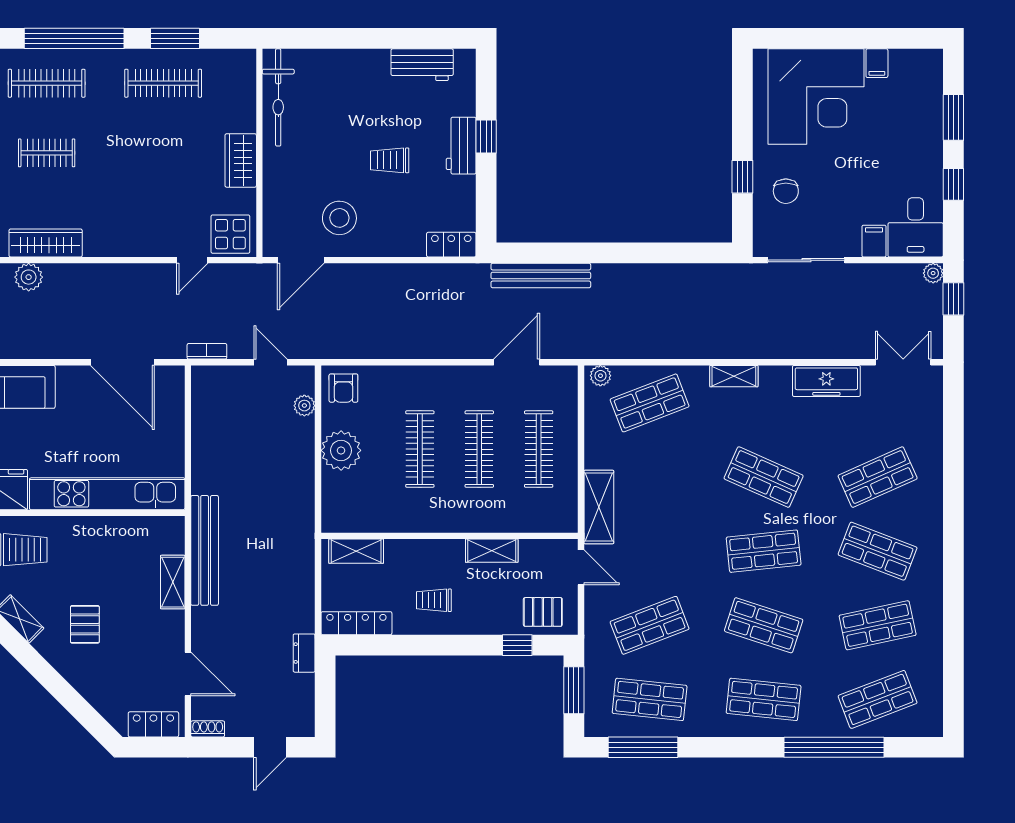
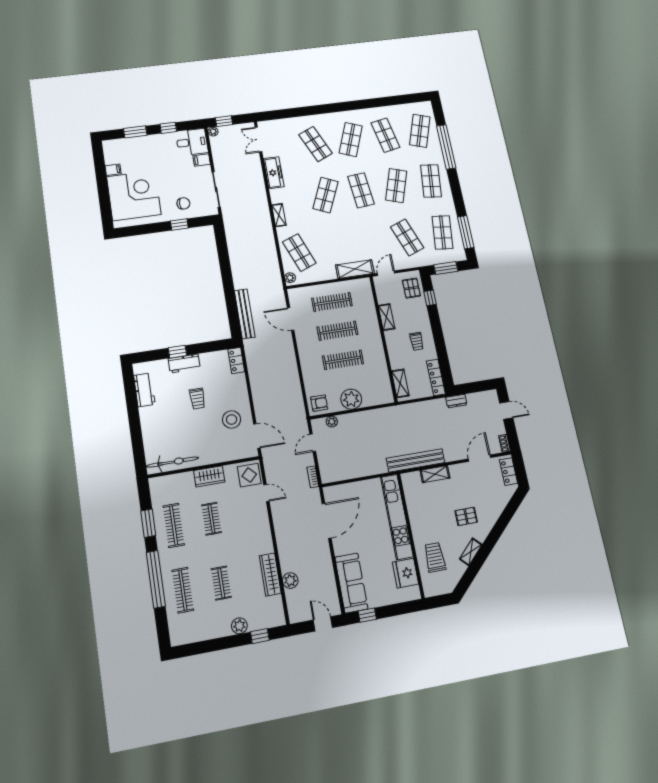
clothes rail: (163, 153) -> (211, 519), added
shop shelf: (878, 699) -> (420, 131), turned 39

